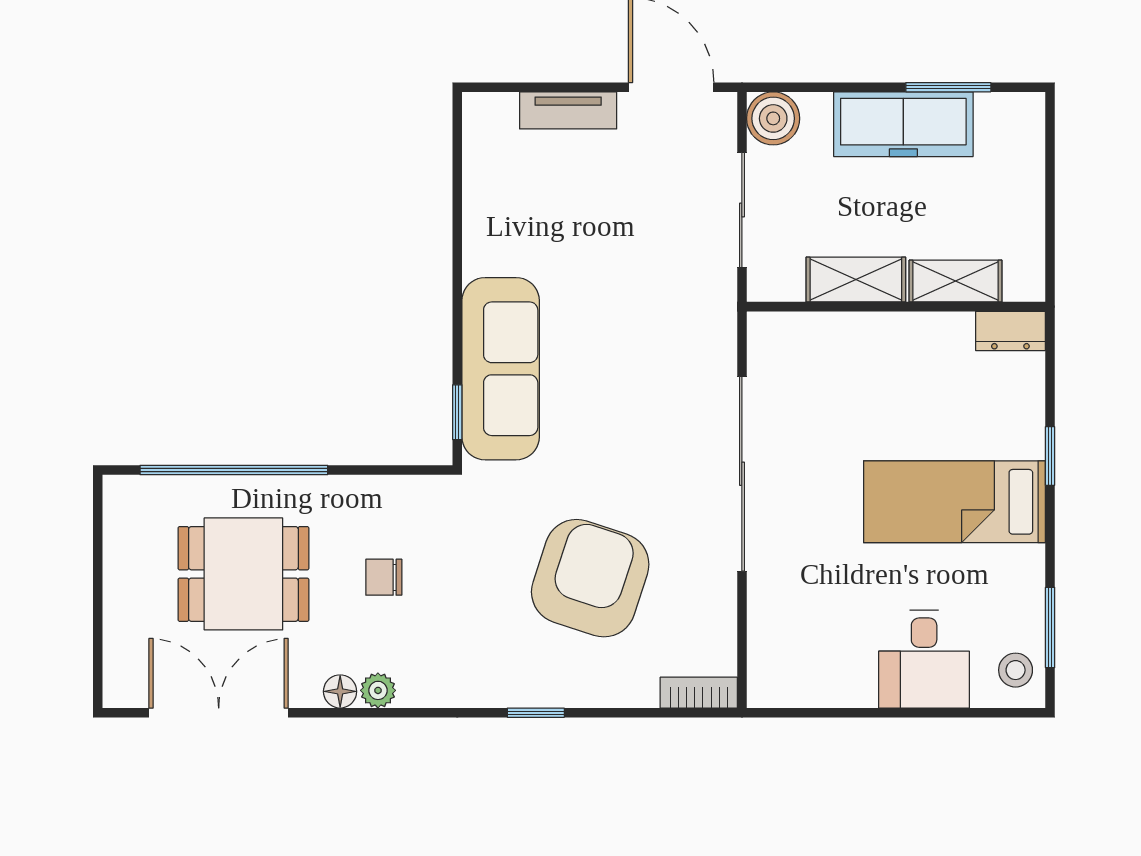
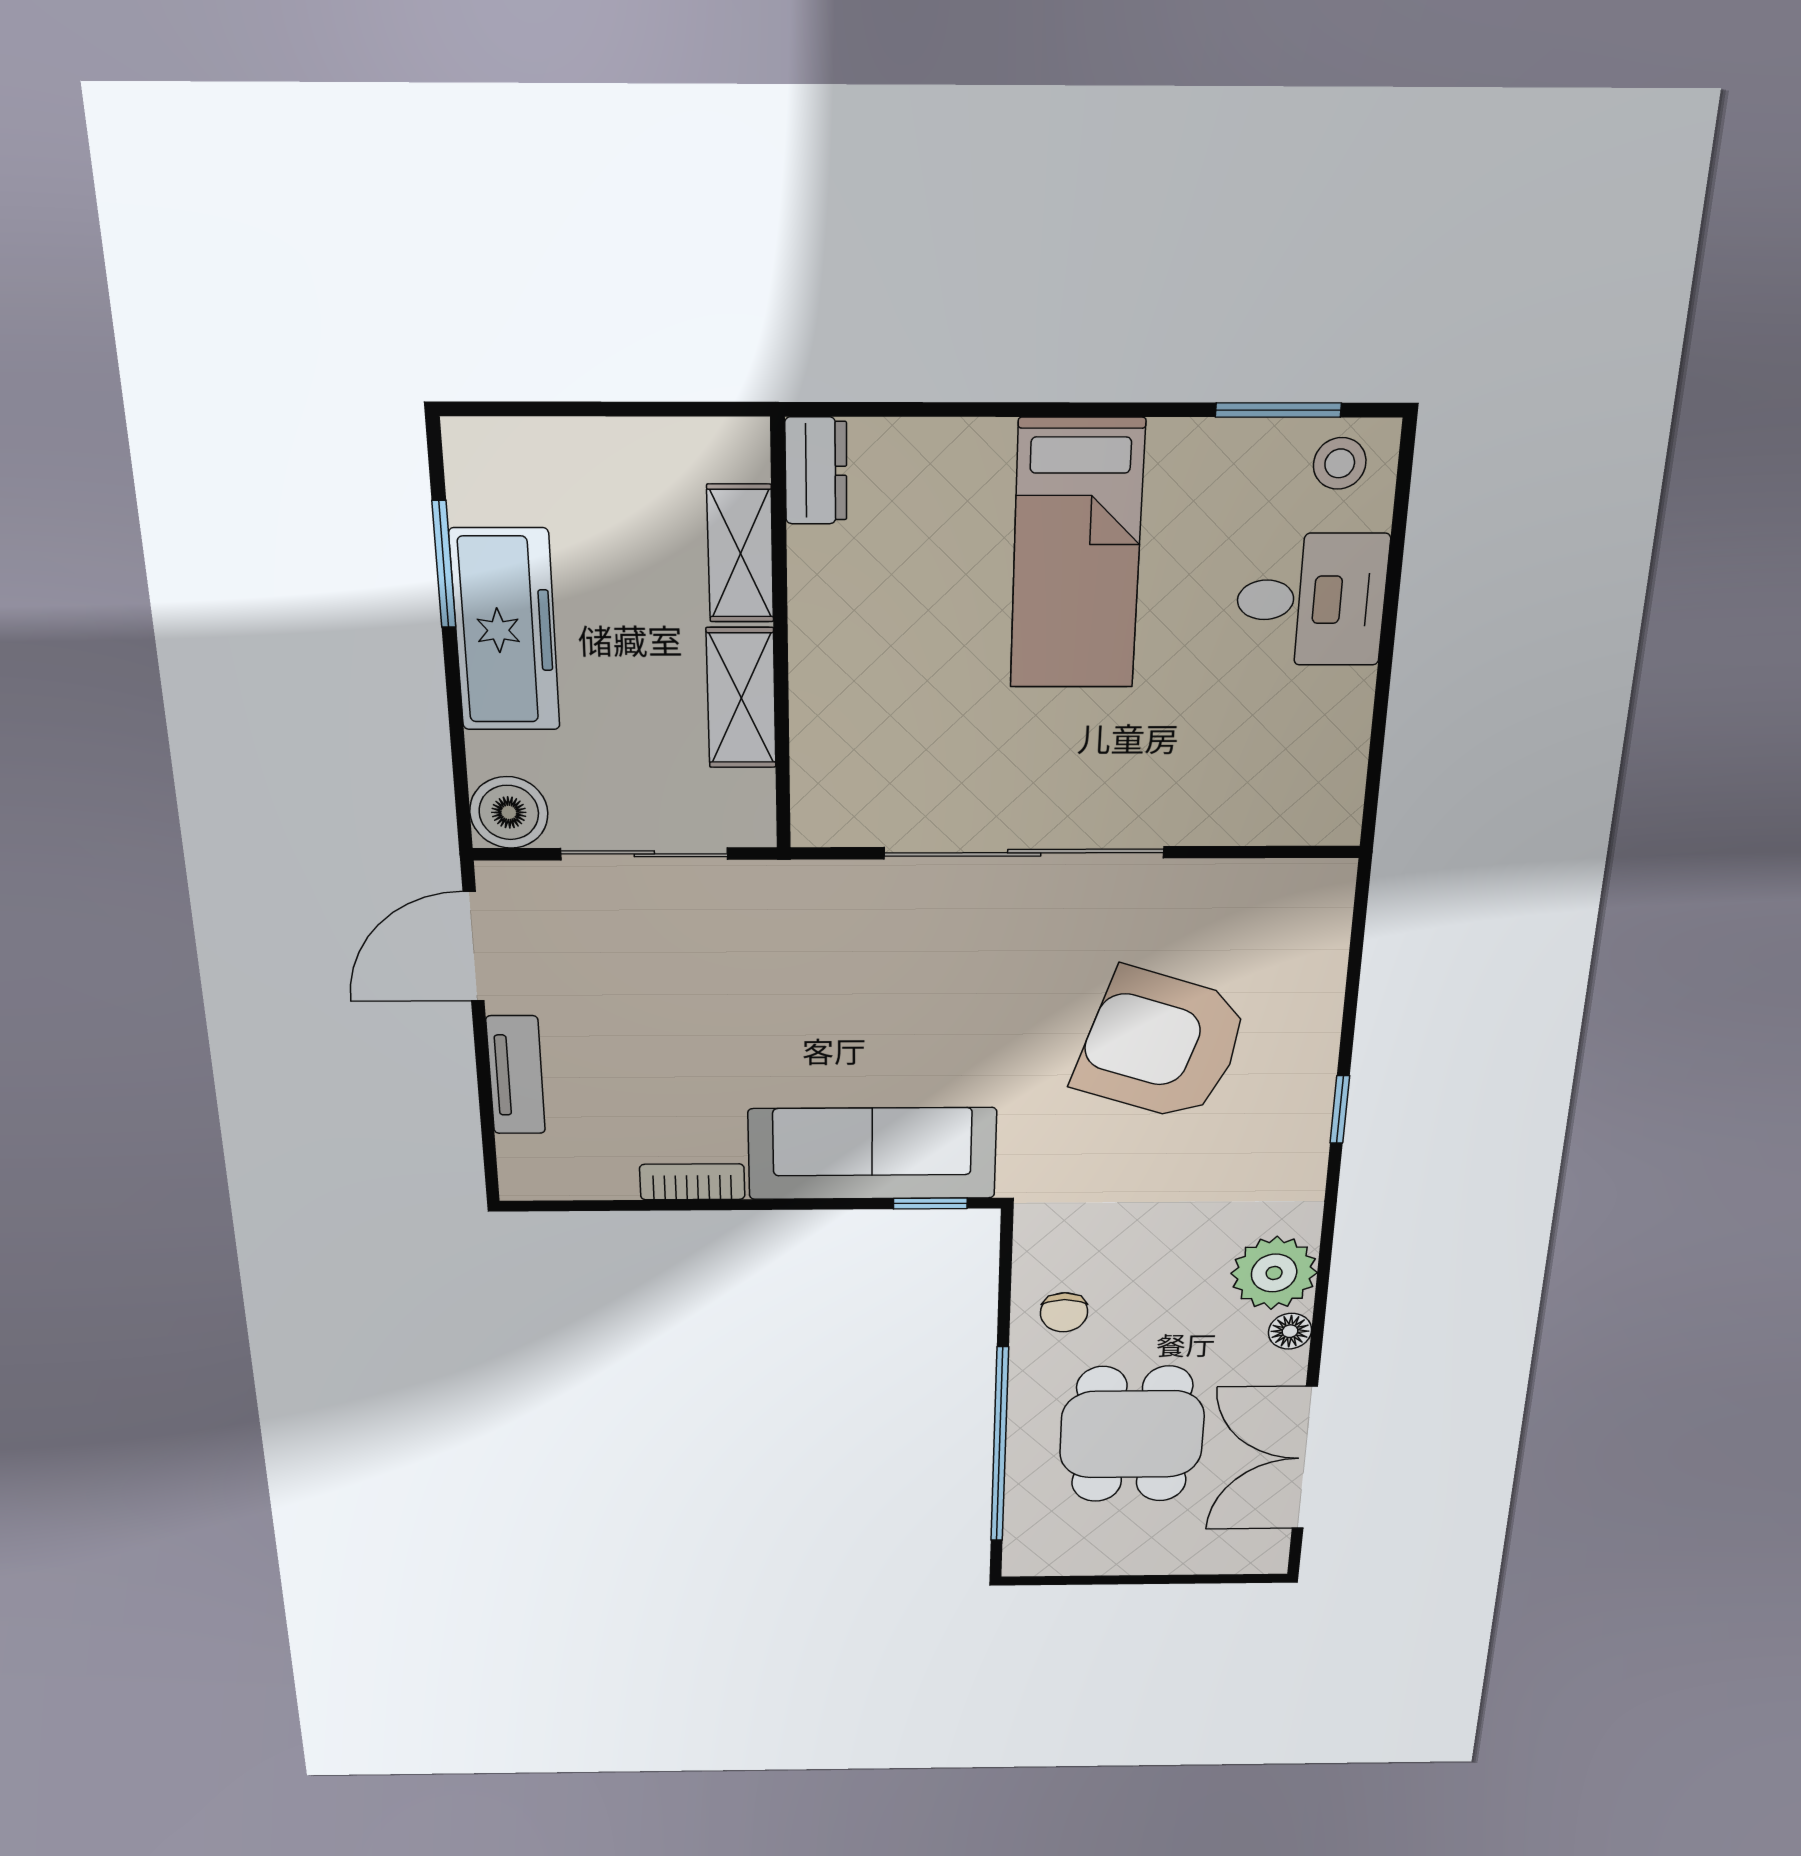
window: (1050, 456) -> (1011, 410), removed
chair: (384, 577) -> (1064, 1312), moved
plant: (378, 690) -> (1274, 1273), width x1.88, depth x1.88
bookcase: (699, 693) -> (692, 1182), moved, turned 90

